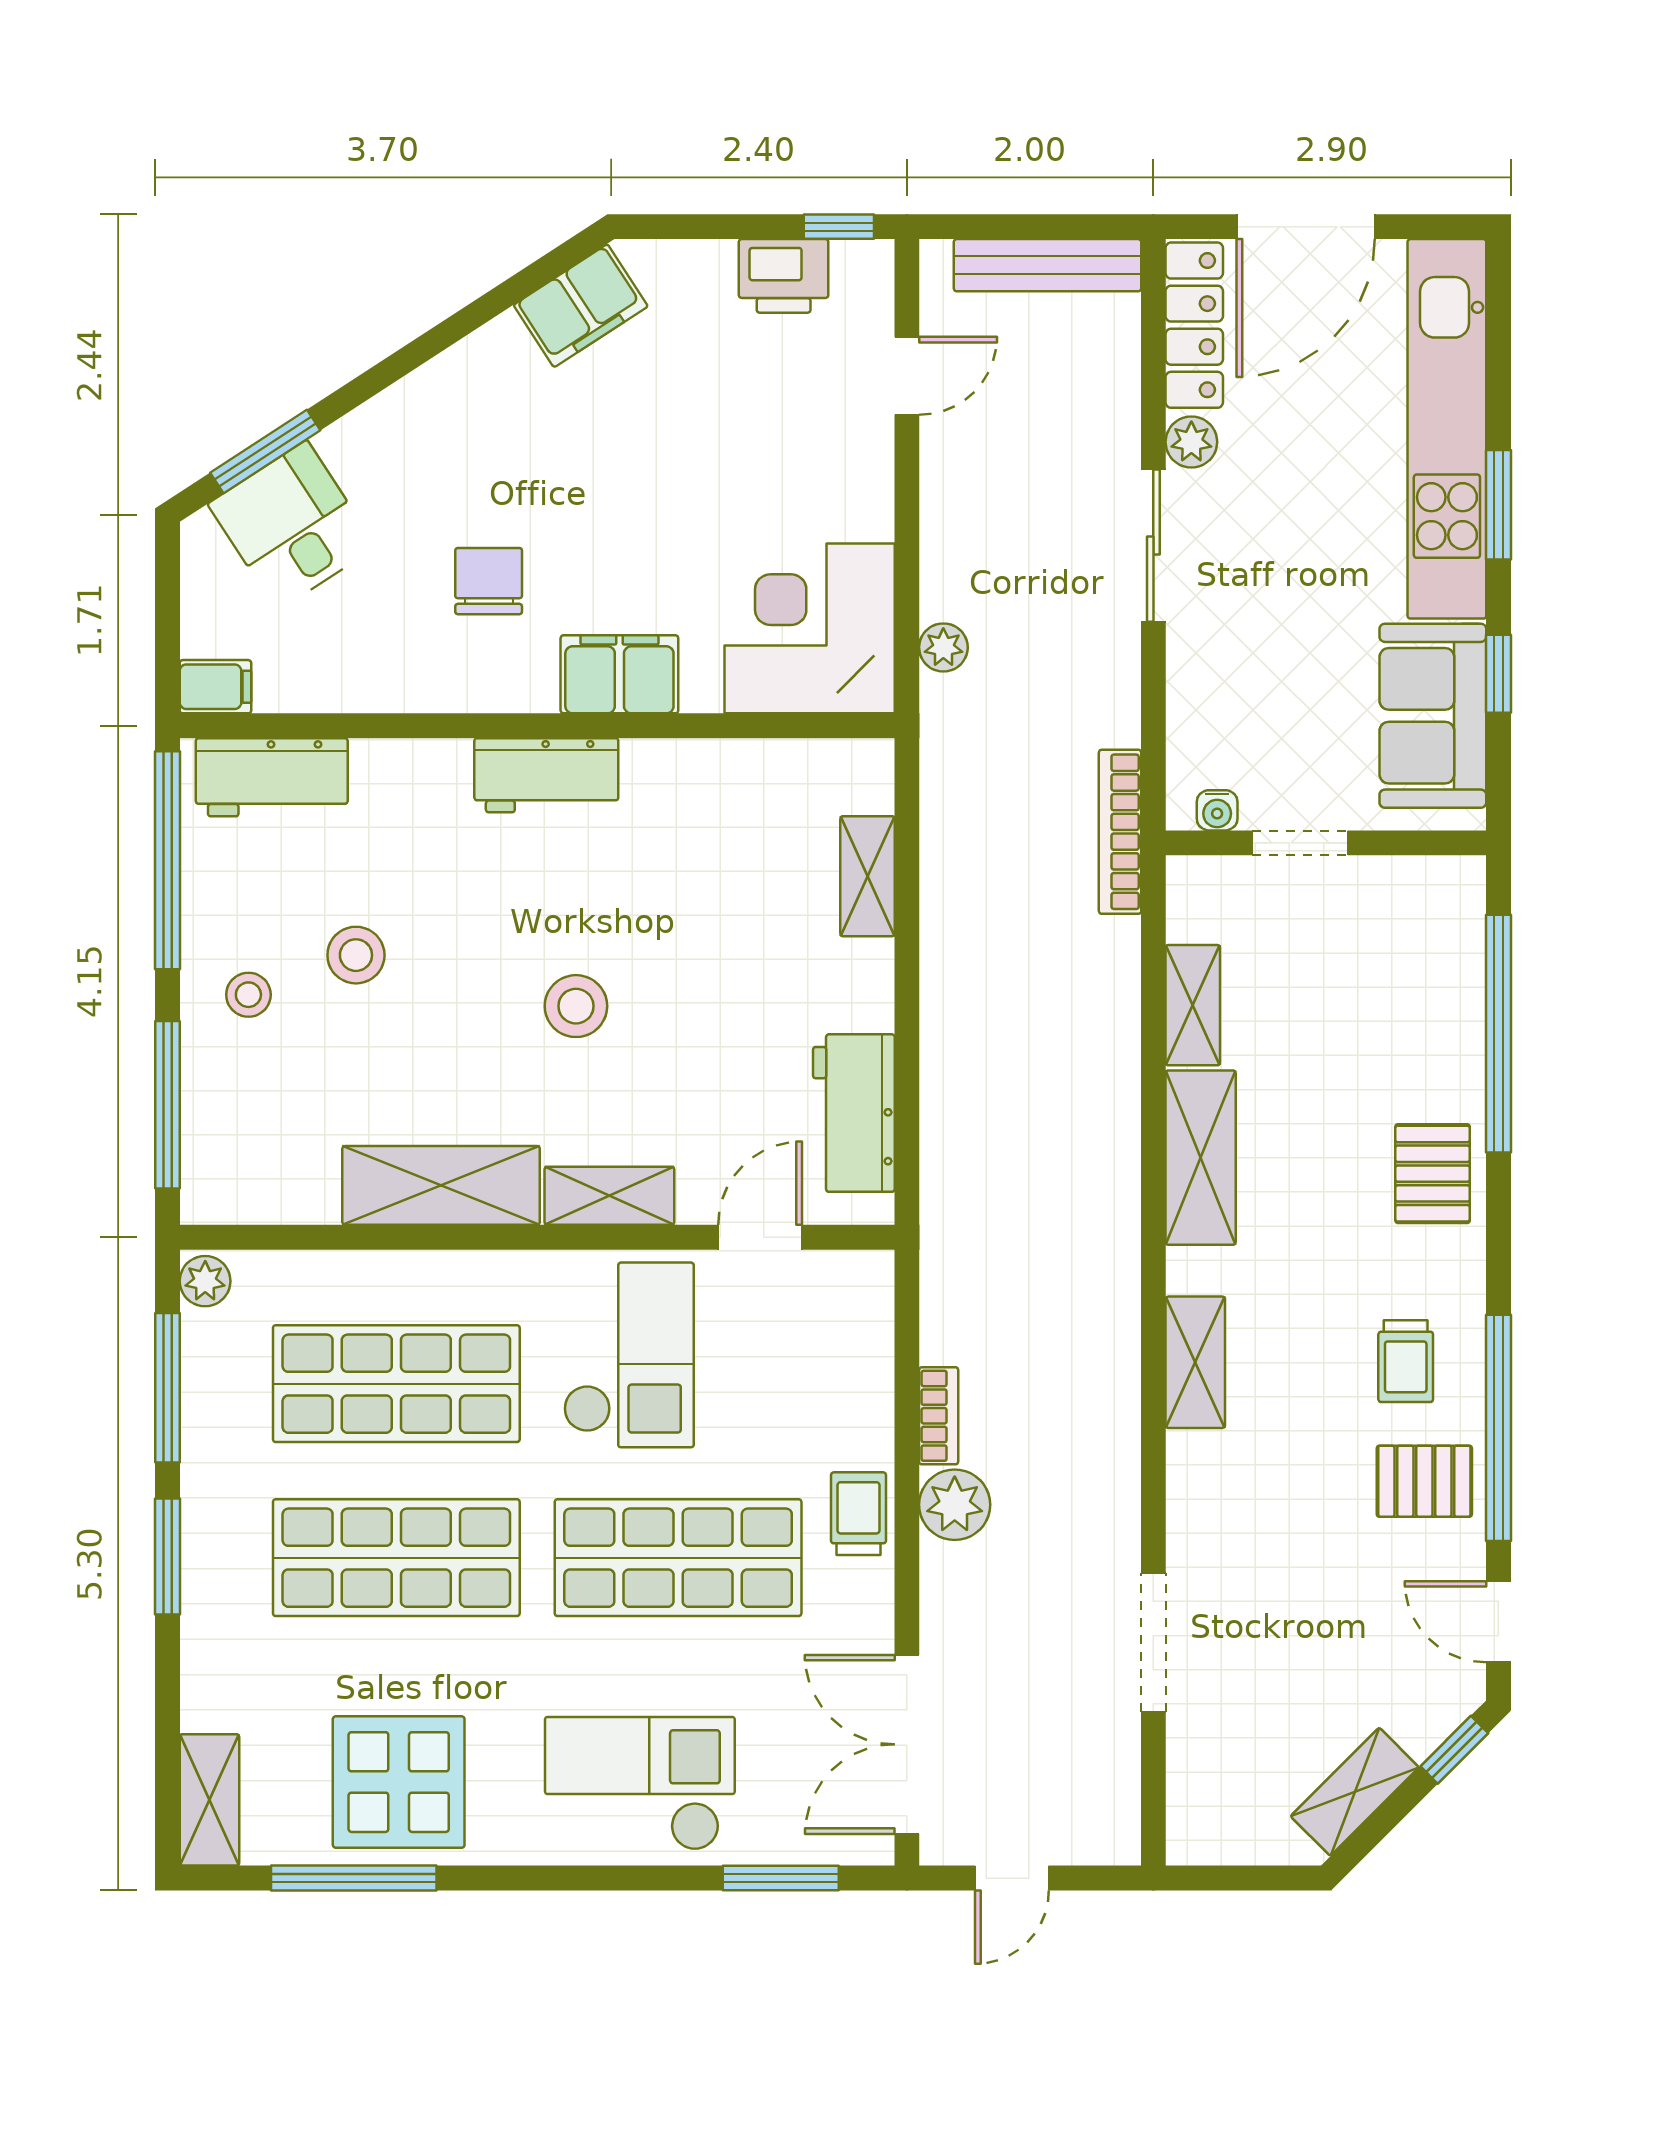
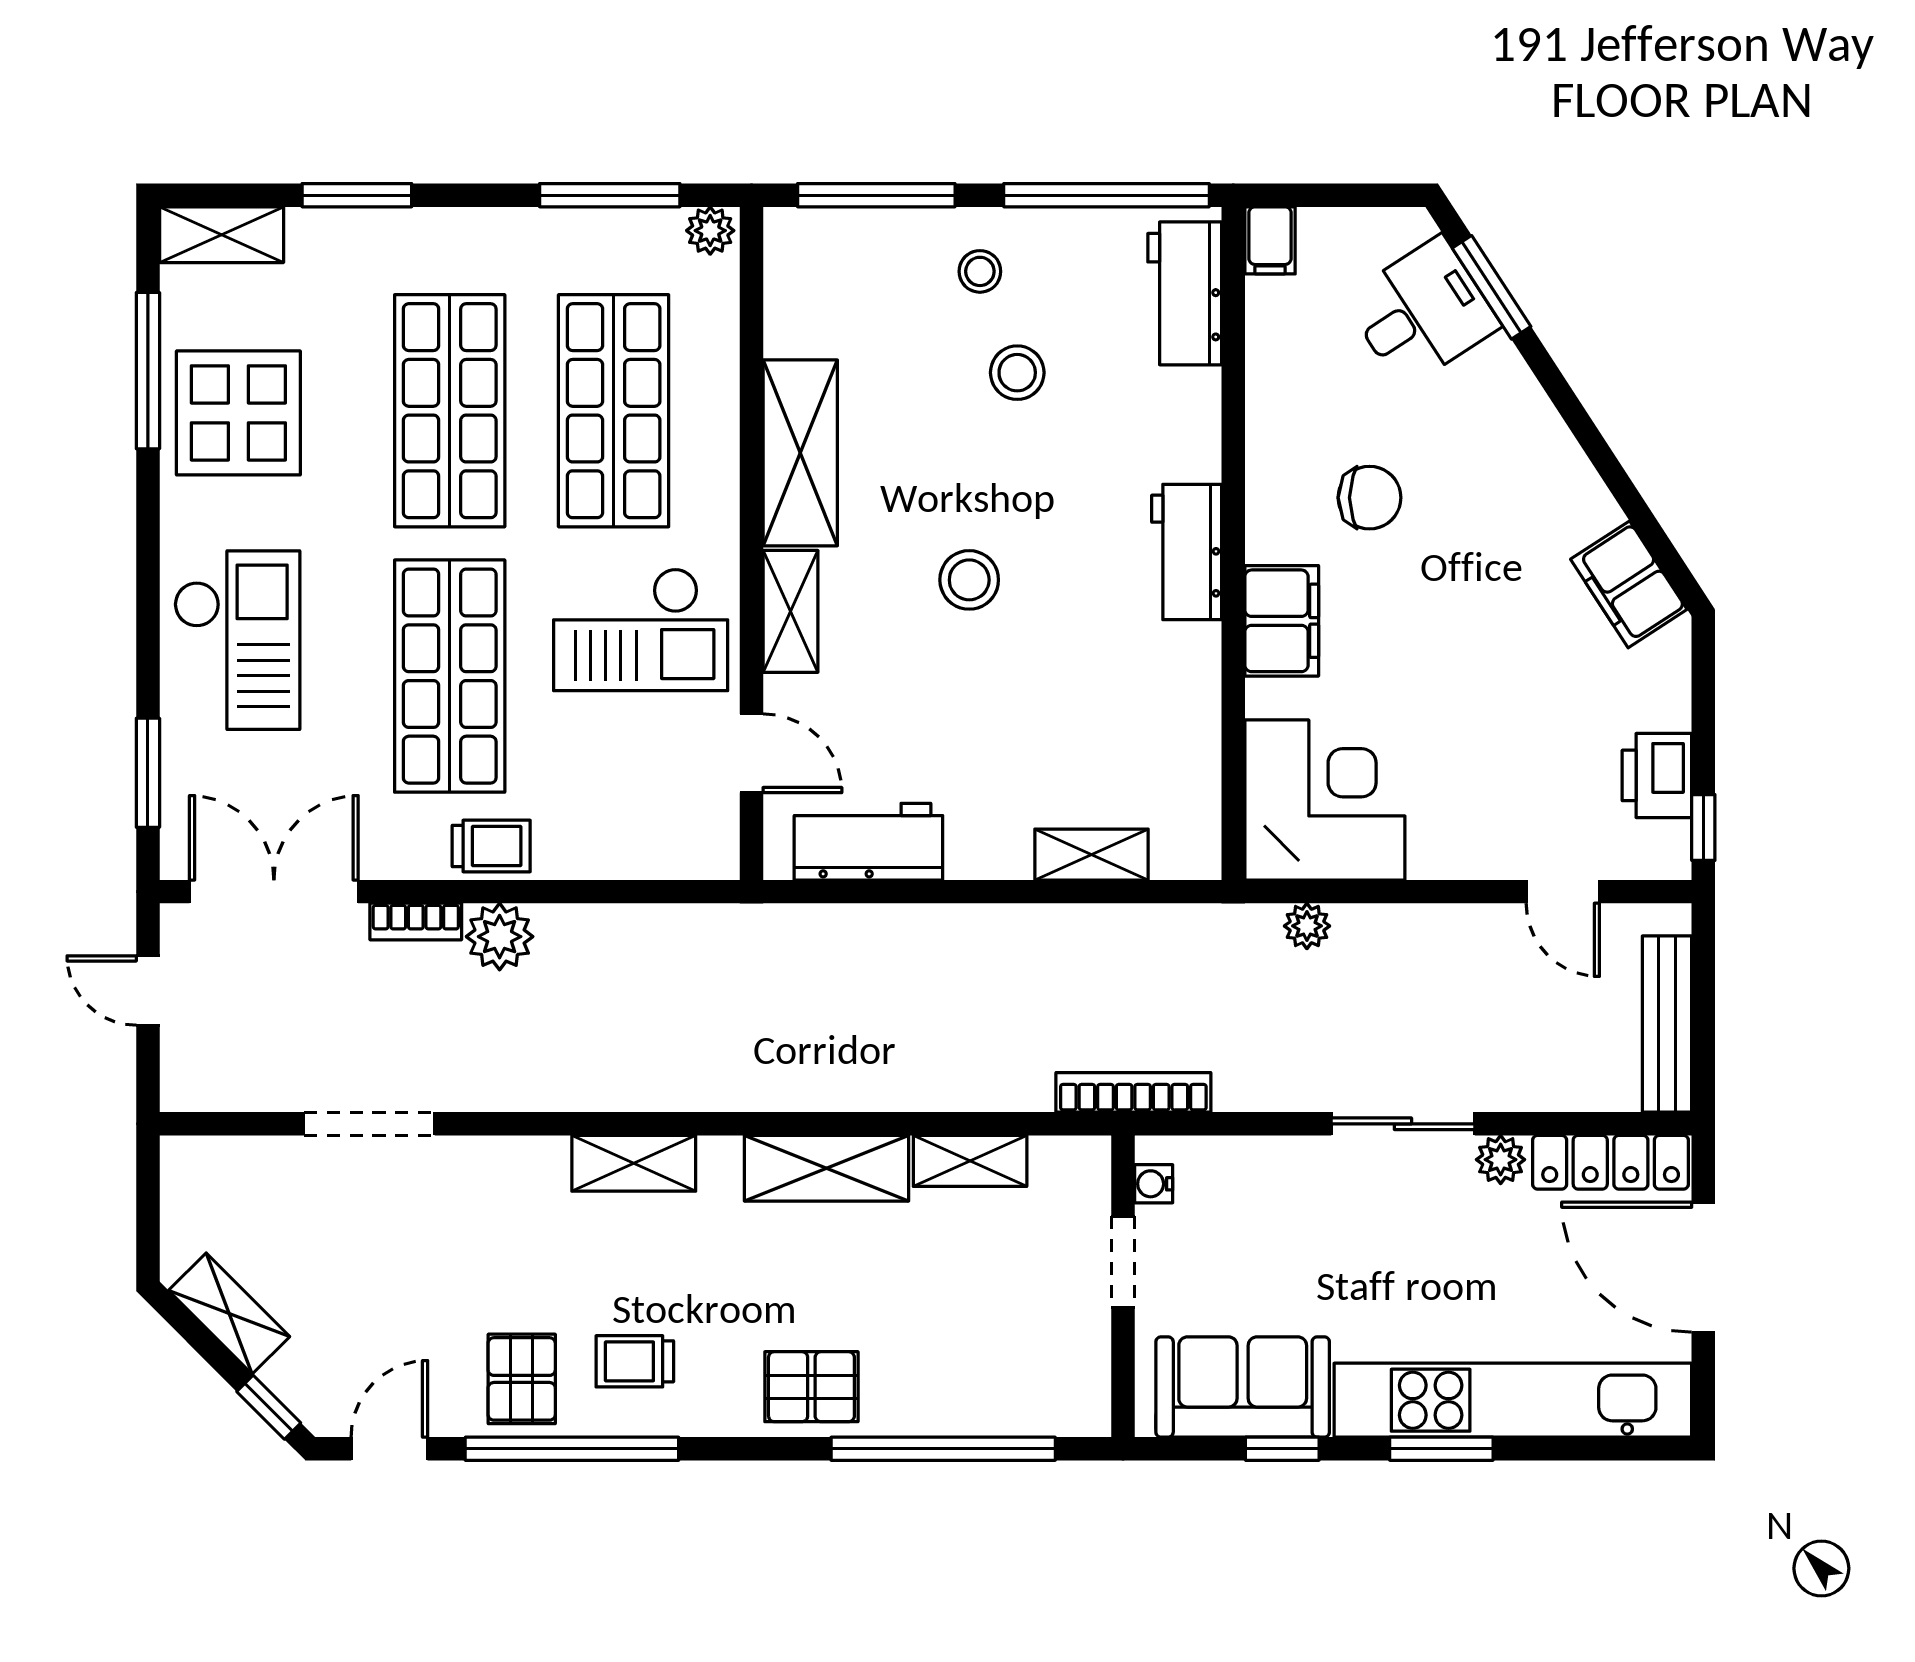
bookcase: (939, 1416) -> (416, 922), moved
window: (167, 1557) -> (357, 195), moved

